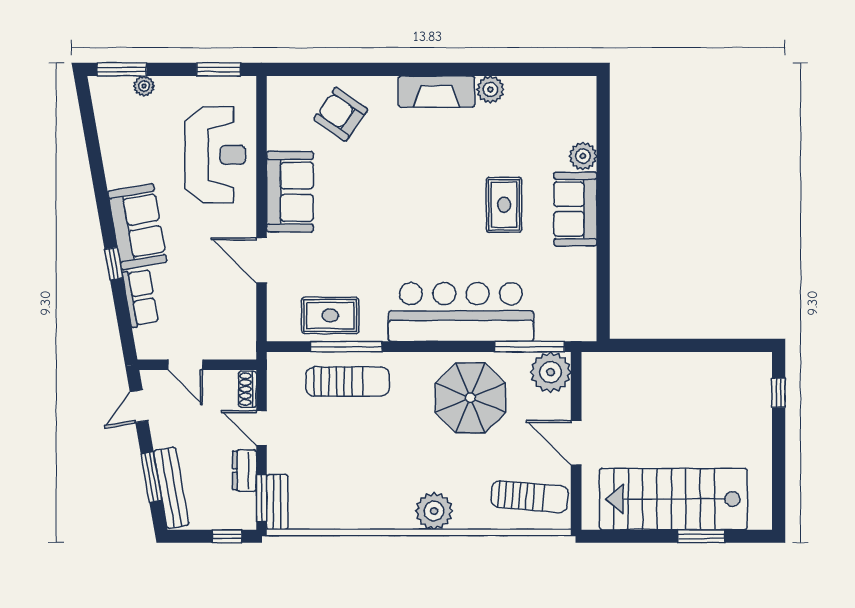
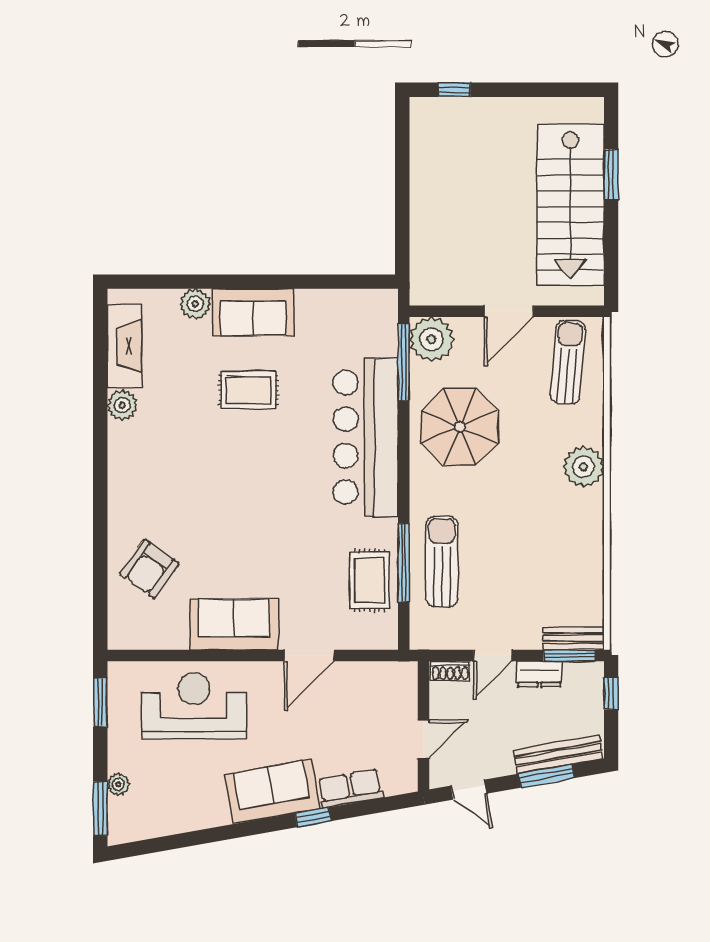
fireplace: (437, 92) -> (125, 346), moved

